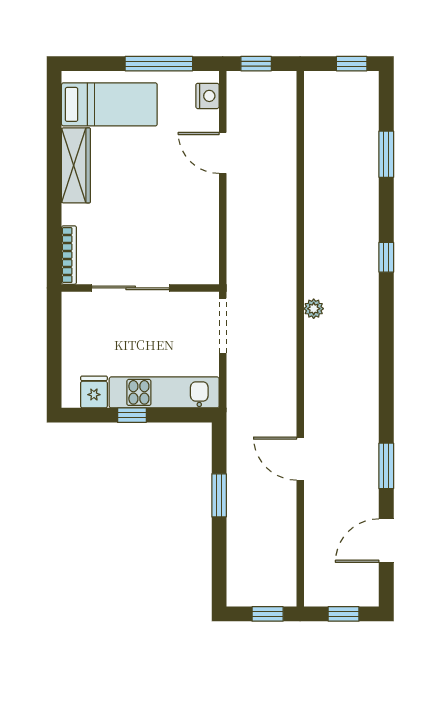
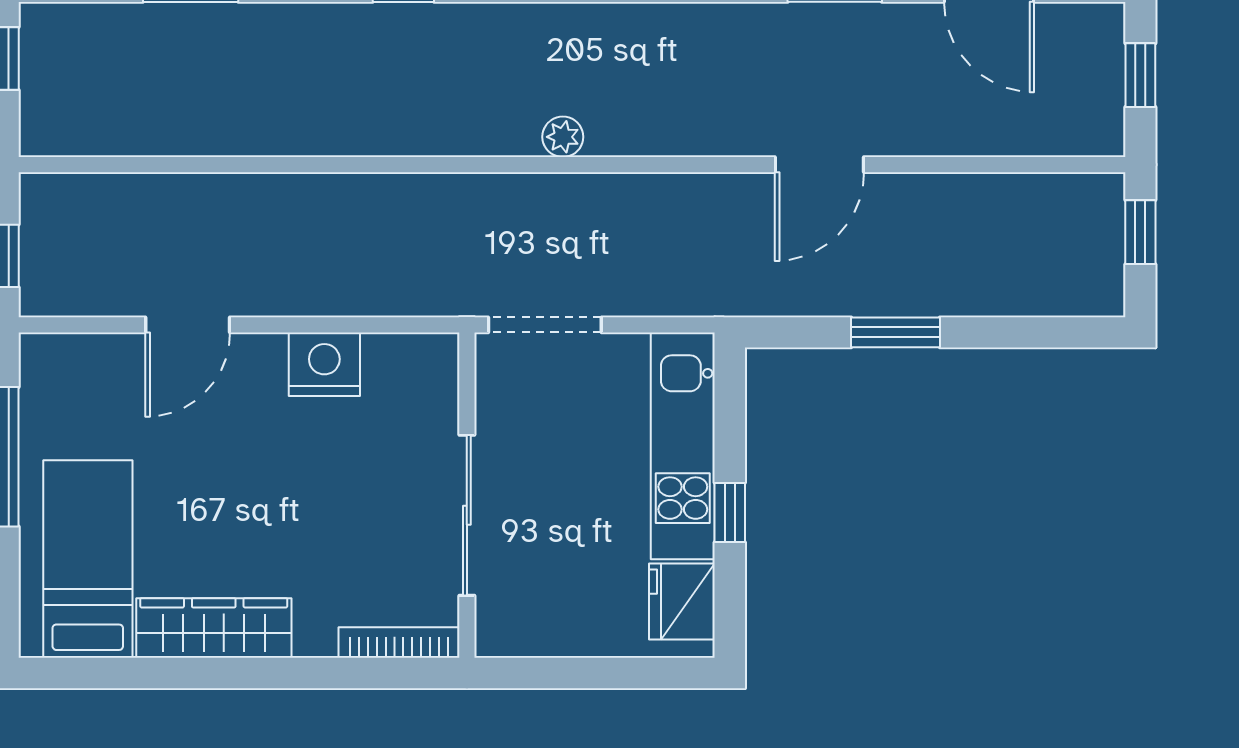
nightstand: (207, 96) -> (324, 364), moved, width x1.36, depth x1.33
plant: (314, 309) -> (563, 137), moved
fridge: (94, 392) -> (682, 601), width x1.38

